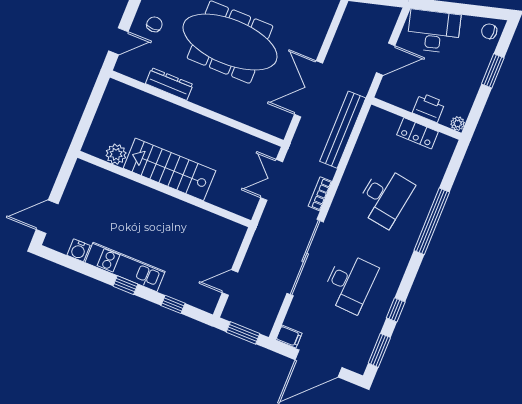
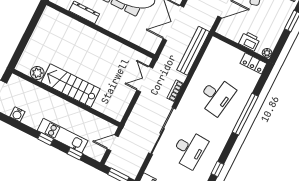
locker: (418, 133) -> (253, 63), moved
plant: (116, 154) -> (37, 73), moved
stairs: (169, 169) -> (71, 86), moved
wall: (164, 189) -> (66, 98), moved
kitchen unit: (125, 267) -> (63, 136), moved

